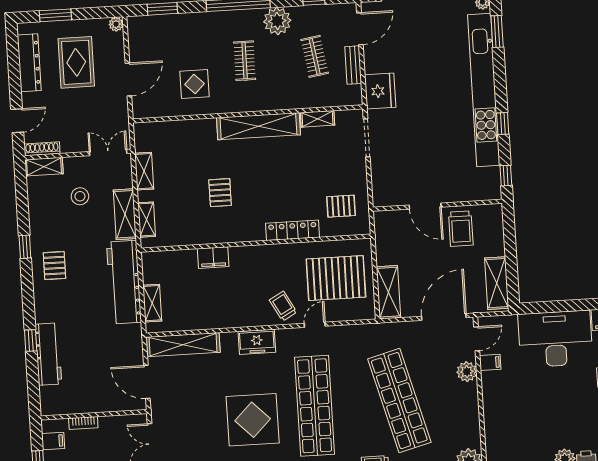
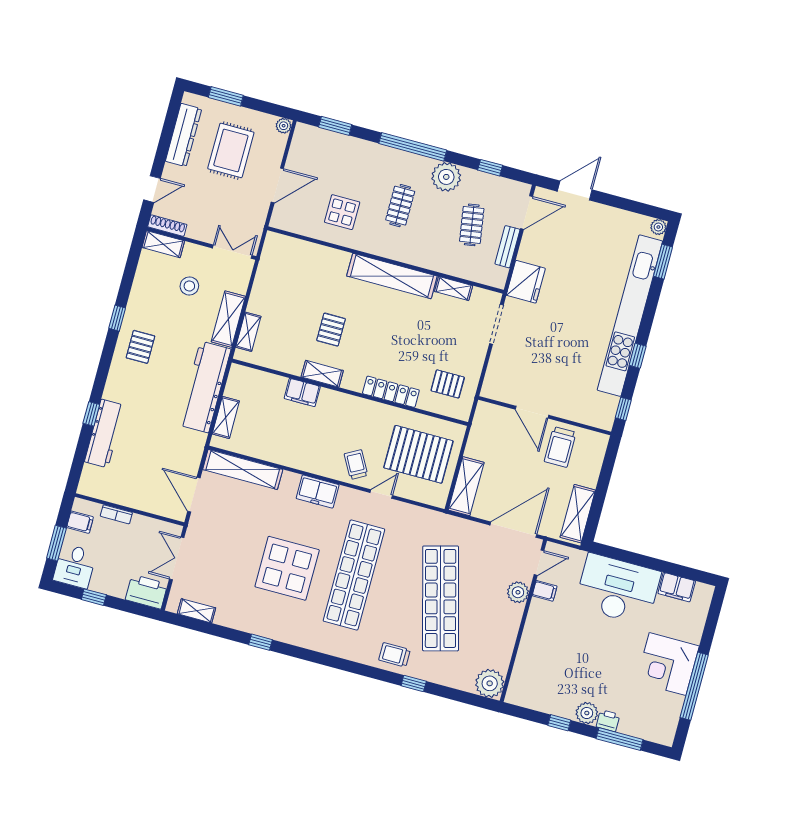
shelving: (144, 171) -> (322, 374), moved, turned 90

